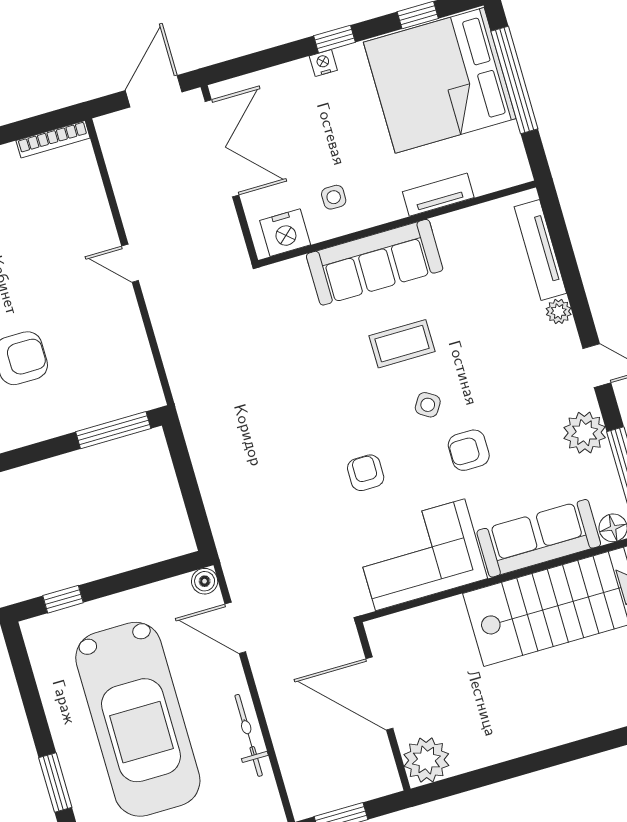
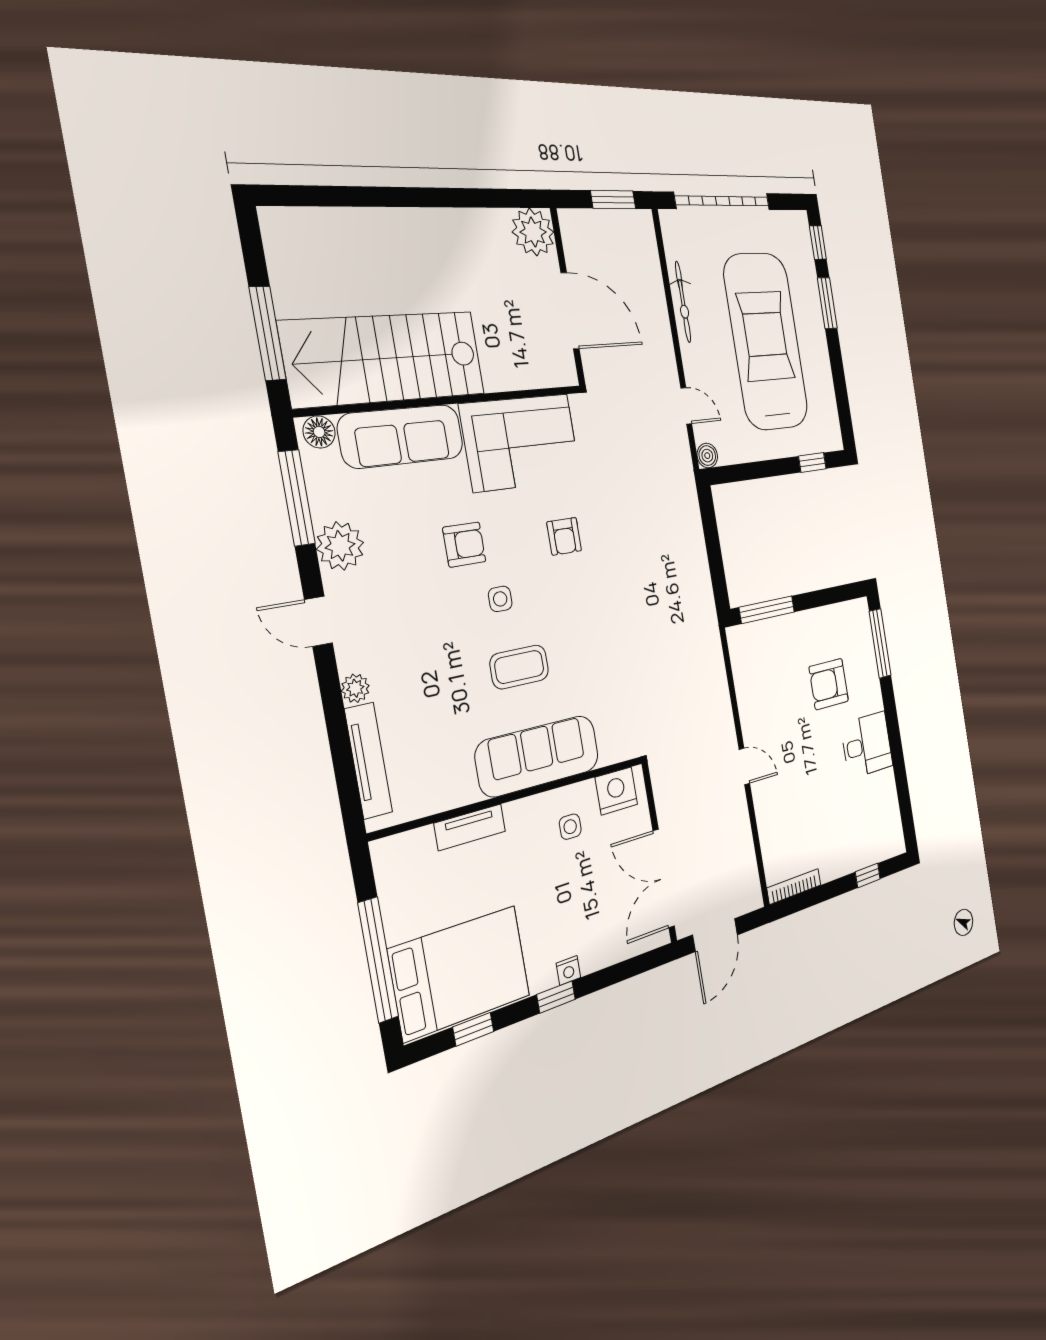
bed: (440, 80) -> (460, 973), width x0.73
side table: (428, 405) -> (500, 599), turned -32
door: (235, 628) -> (686, 406), width x0.73

